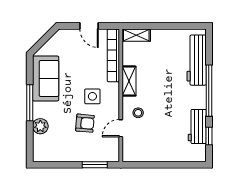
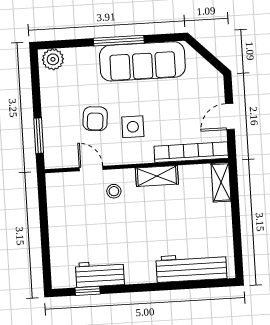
sofa: (46, 78) -> (142, 61), width x1.36
window: (209, 91) -> (150, 287), removed
plant: (40, 126) -> (53, 59), moved

